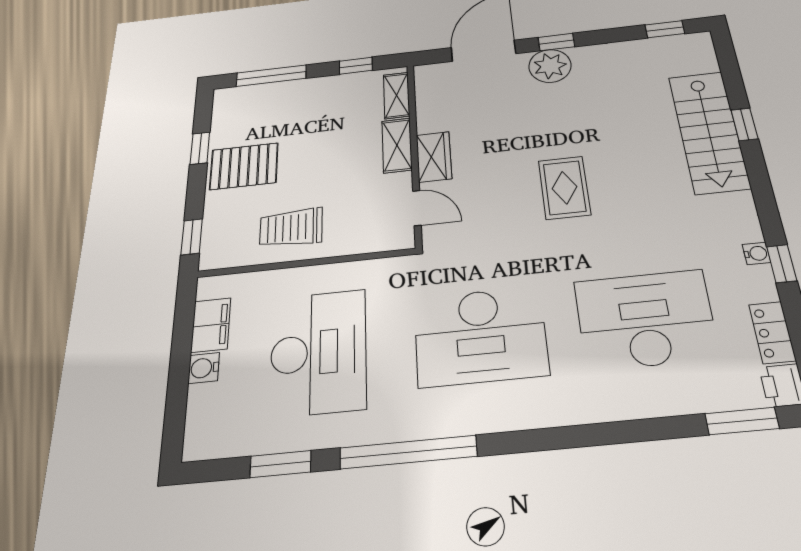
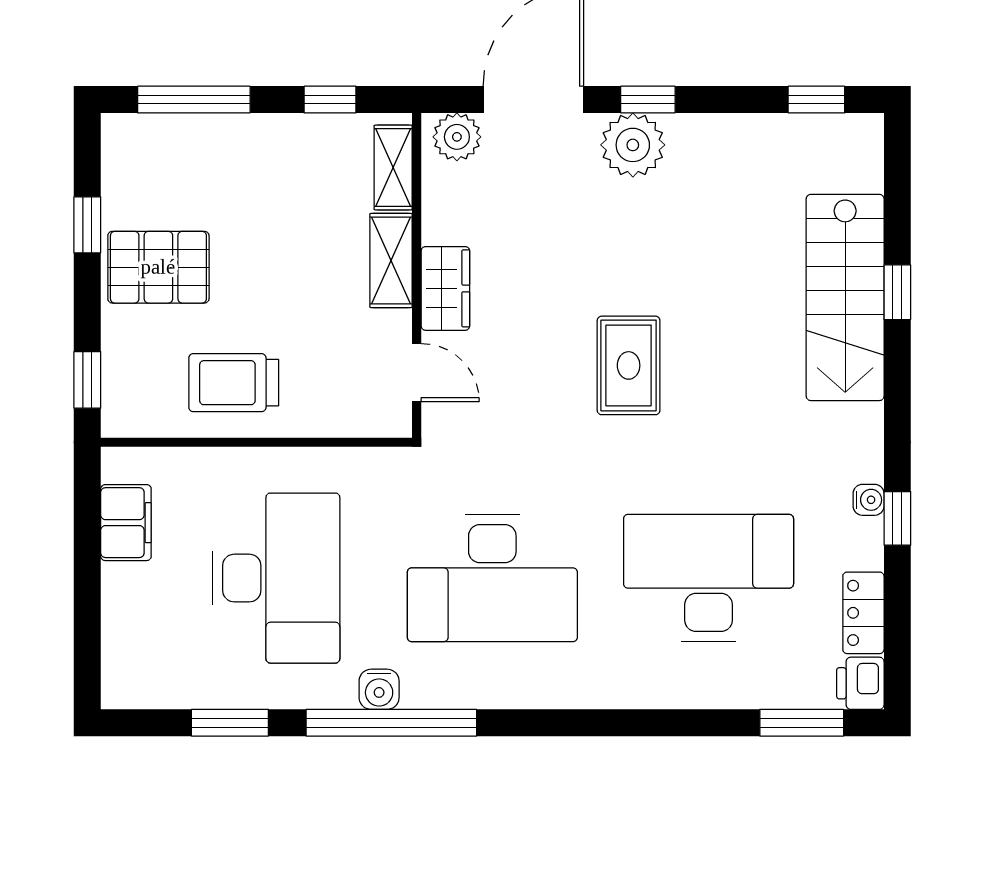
plant: (436, 75) -> (457, 137), added
water cooler: (204, 368) -> (379, 689), moved, turned -90

